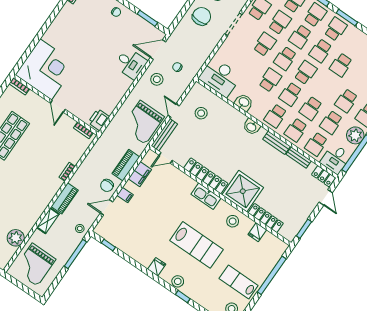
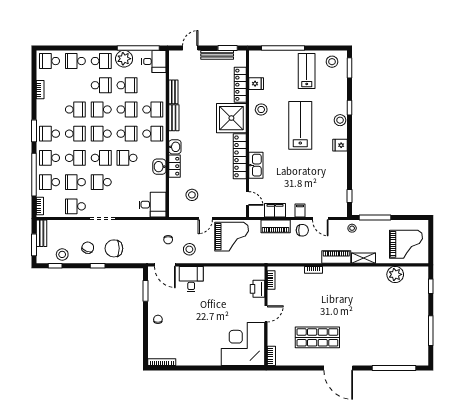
desk: (220, 77) -> (153, 205), width x0.73
printer: (99, 120) -> (258, 289), moved, turned 90
bench: (164, 135) -> (217, 55), moved
school desk: (316, 144) -> (101, 109), moved, turned 180
locker: (324, 176) -> (174, 166), moved
kitchen sink: (206, 196) -> (256, 165), moved
lab bench: (239, 282) -> (307, 71), turned 180

